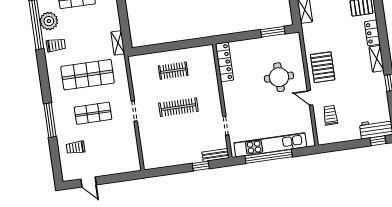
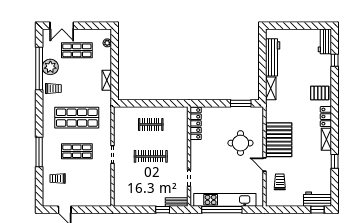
shelving: (118, 43) -> (107, 80), moved
pallet: (323, 67) -> (279, 140), width x1.37, depth x1.41

